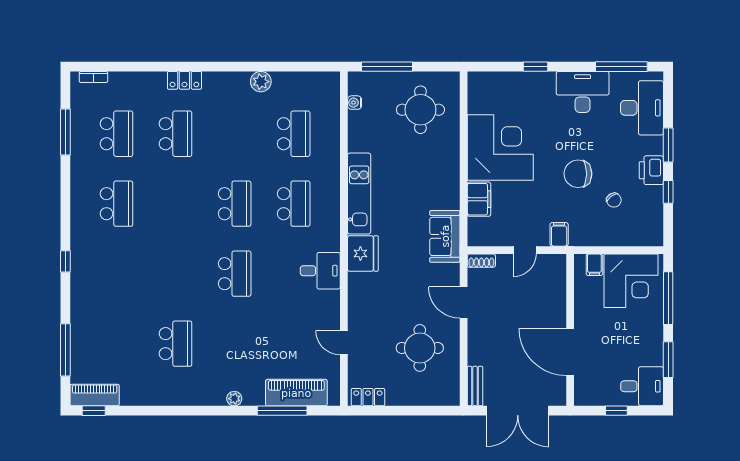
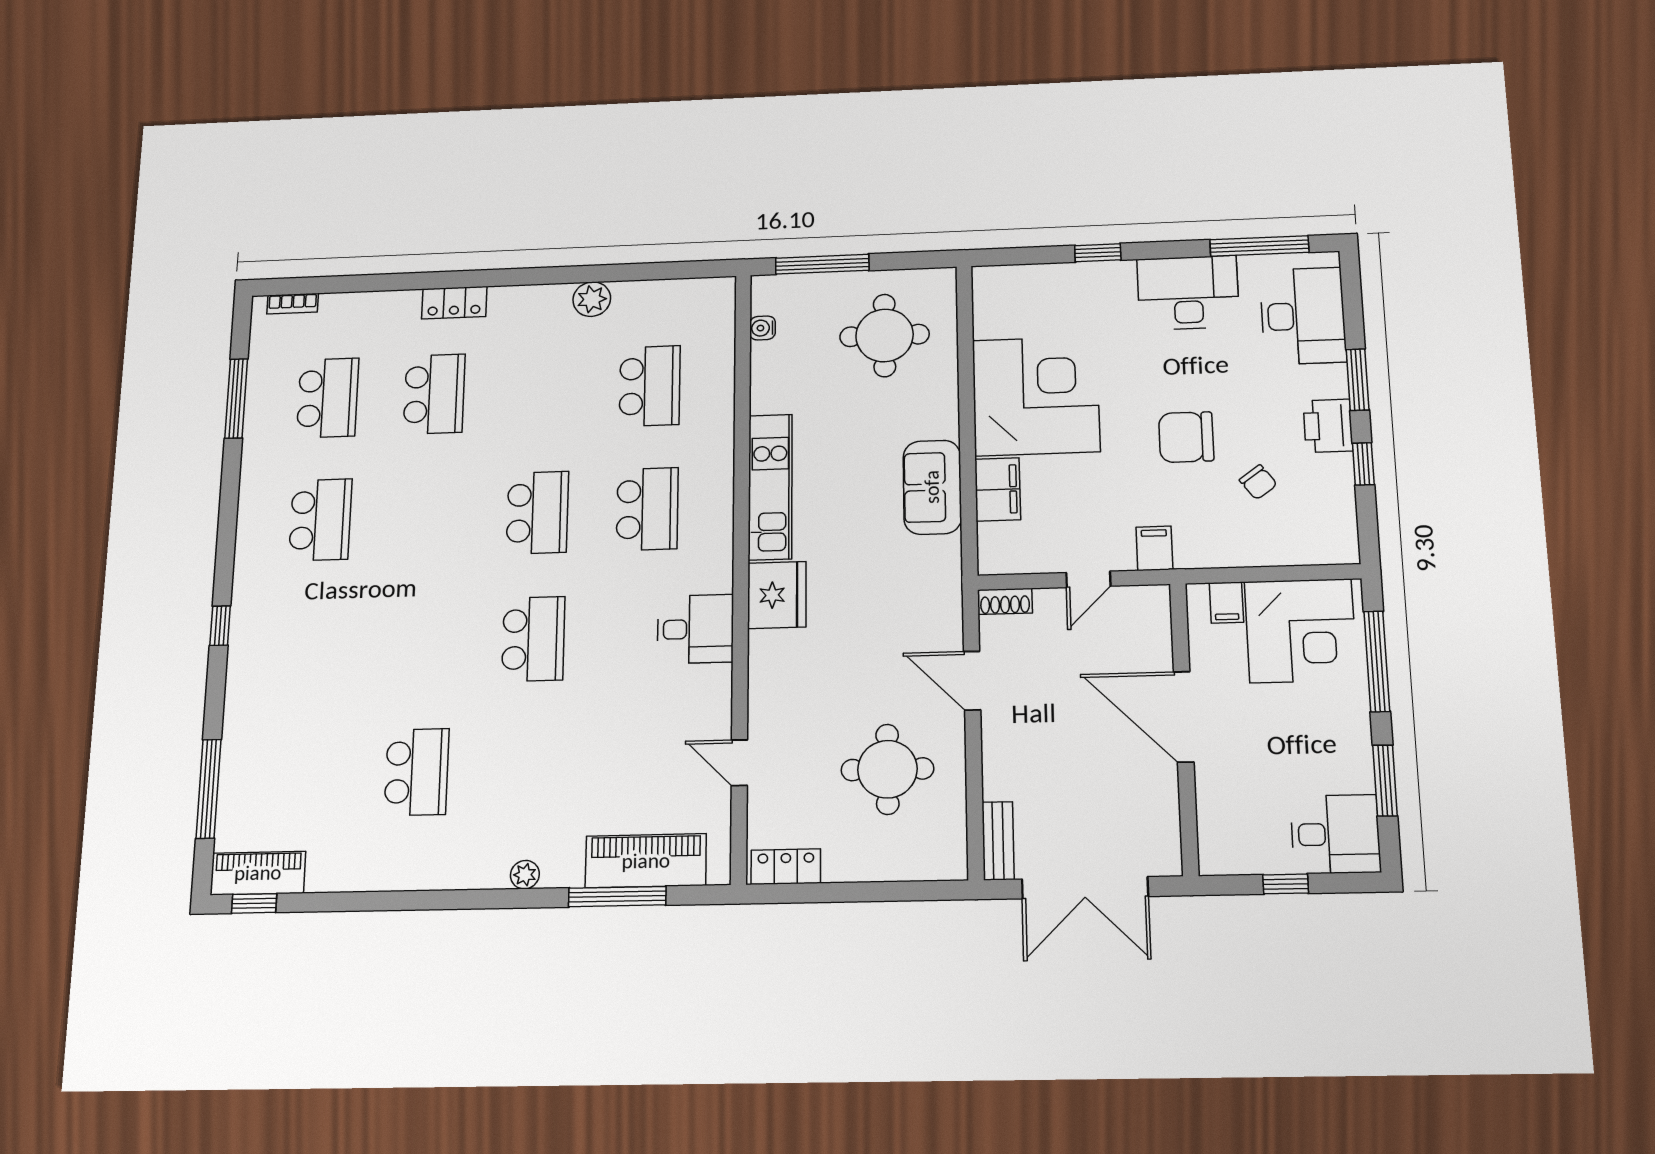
sofa: (445, 236) -> (932, 487), moved
door: (570, 352) -> (1184, 717), moved

